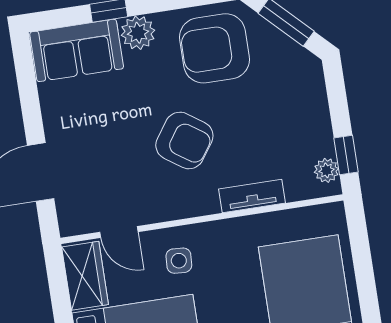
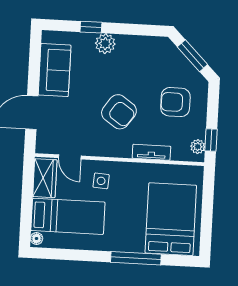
armchair: (214, 48) -> (175, 102), moved, width x0.73, depth x0.73
sofa: (77, 50) -> (55, 70), moved, turned -90

